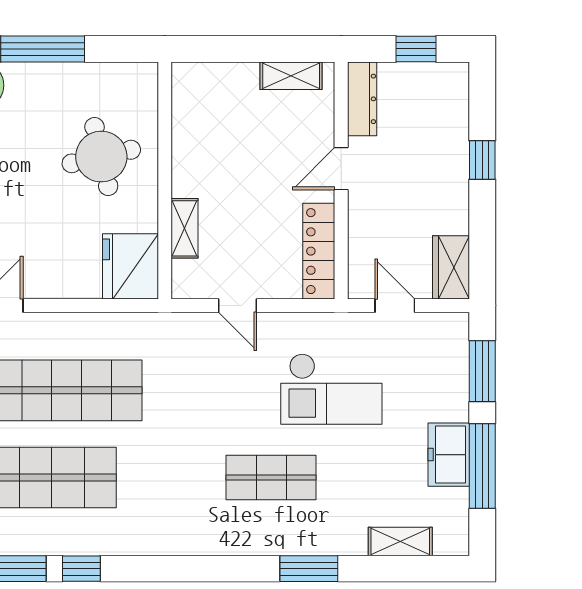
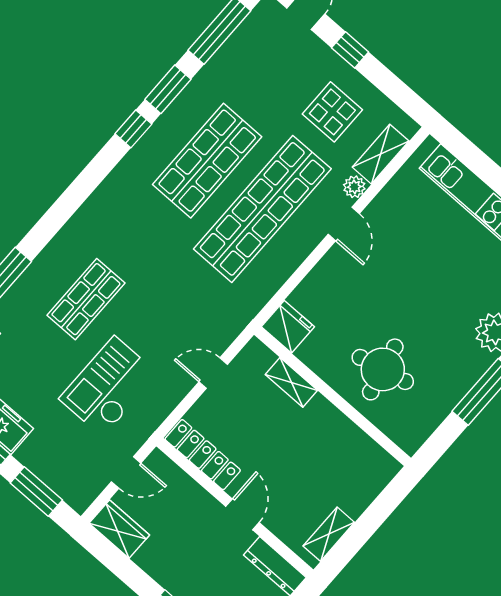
fridge: (130, 266) -> (288, 327), width x0.73, depth x0.75

